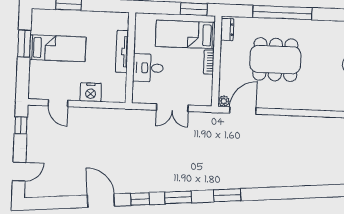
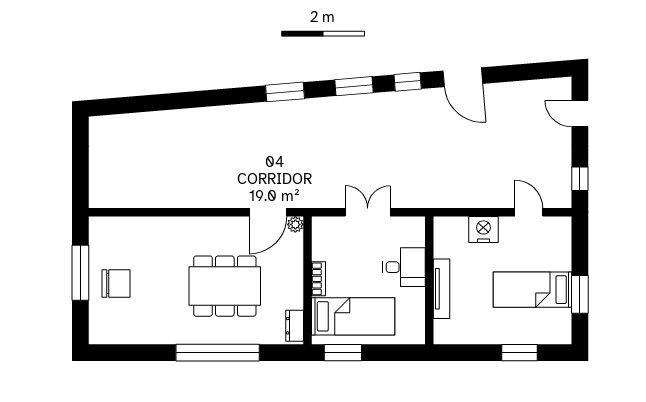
door: (19, 171) -> (580, 114), hinge flipped

